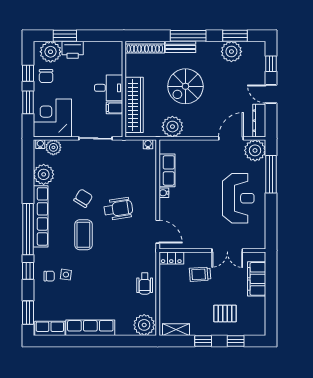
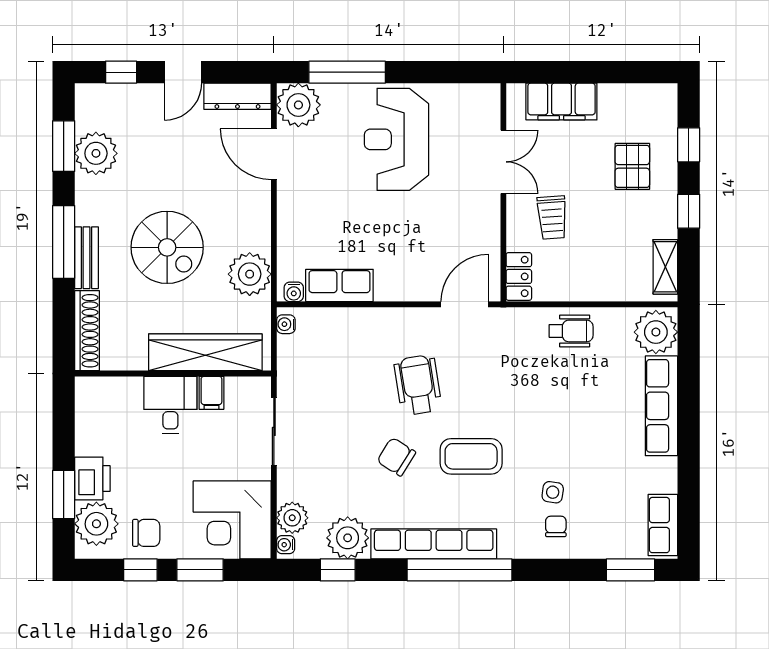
water cooler: (164, 193) -> (294, 292), moved
reception desk: (238, 198) -> (396, 139), turned -90
window: (28, 271) -> (338, 570), moved
row of seats: (90, 328) -> (661, 406), moved

